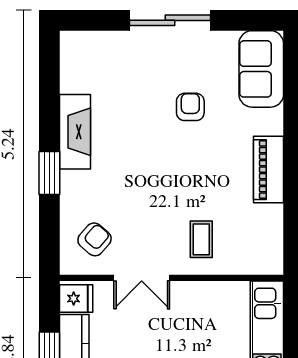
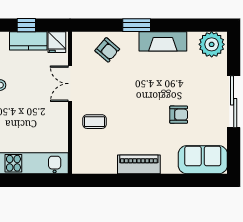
plant: (80, 55) -> (212, 44), added
armchair: (94, 239) -> (107, 50), moved

